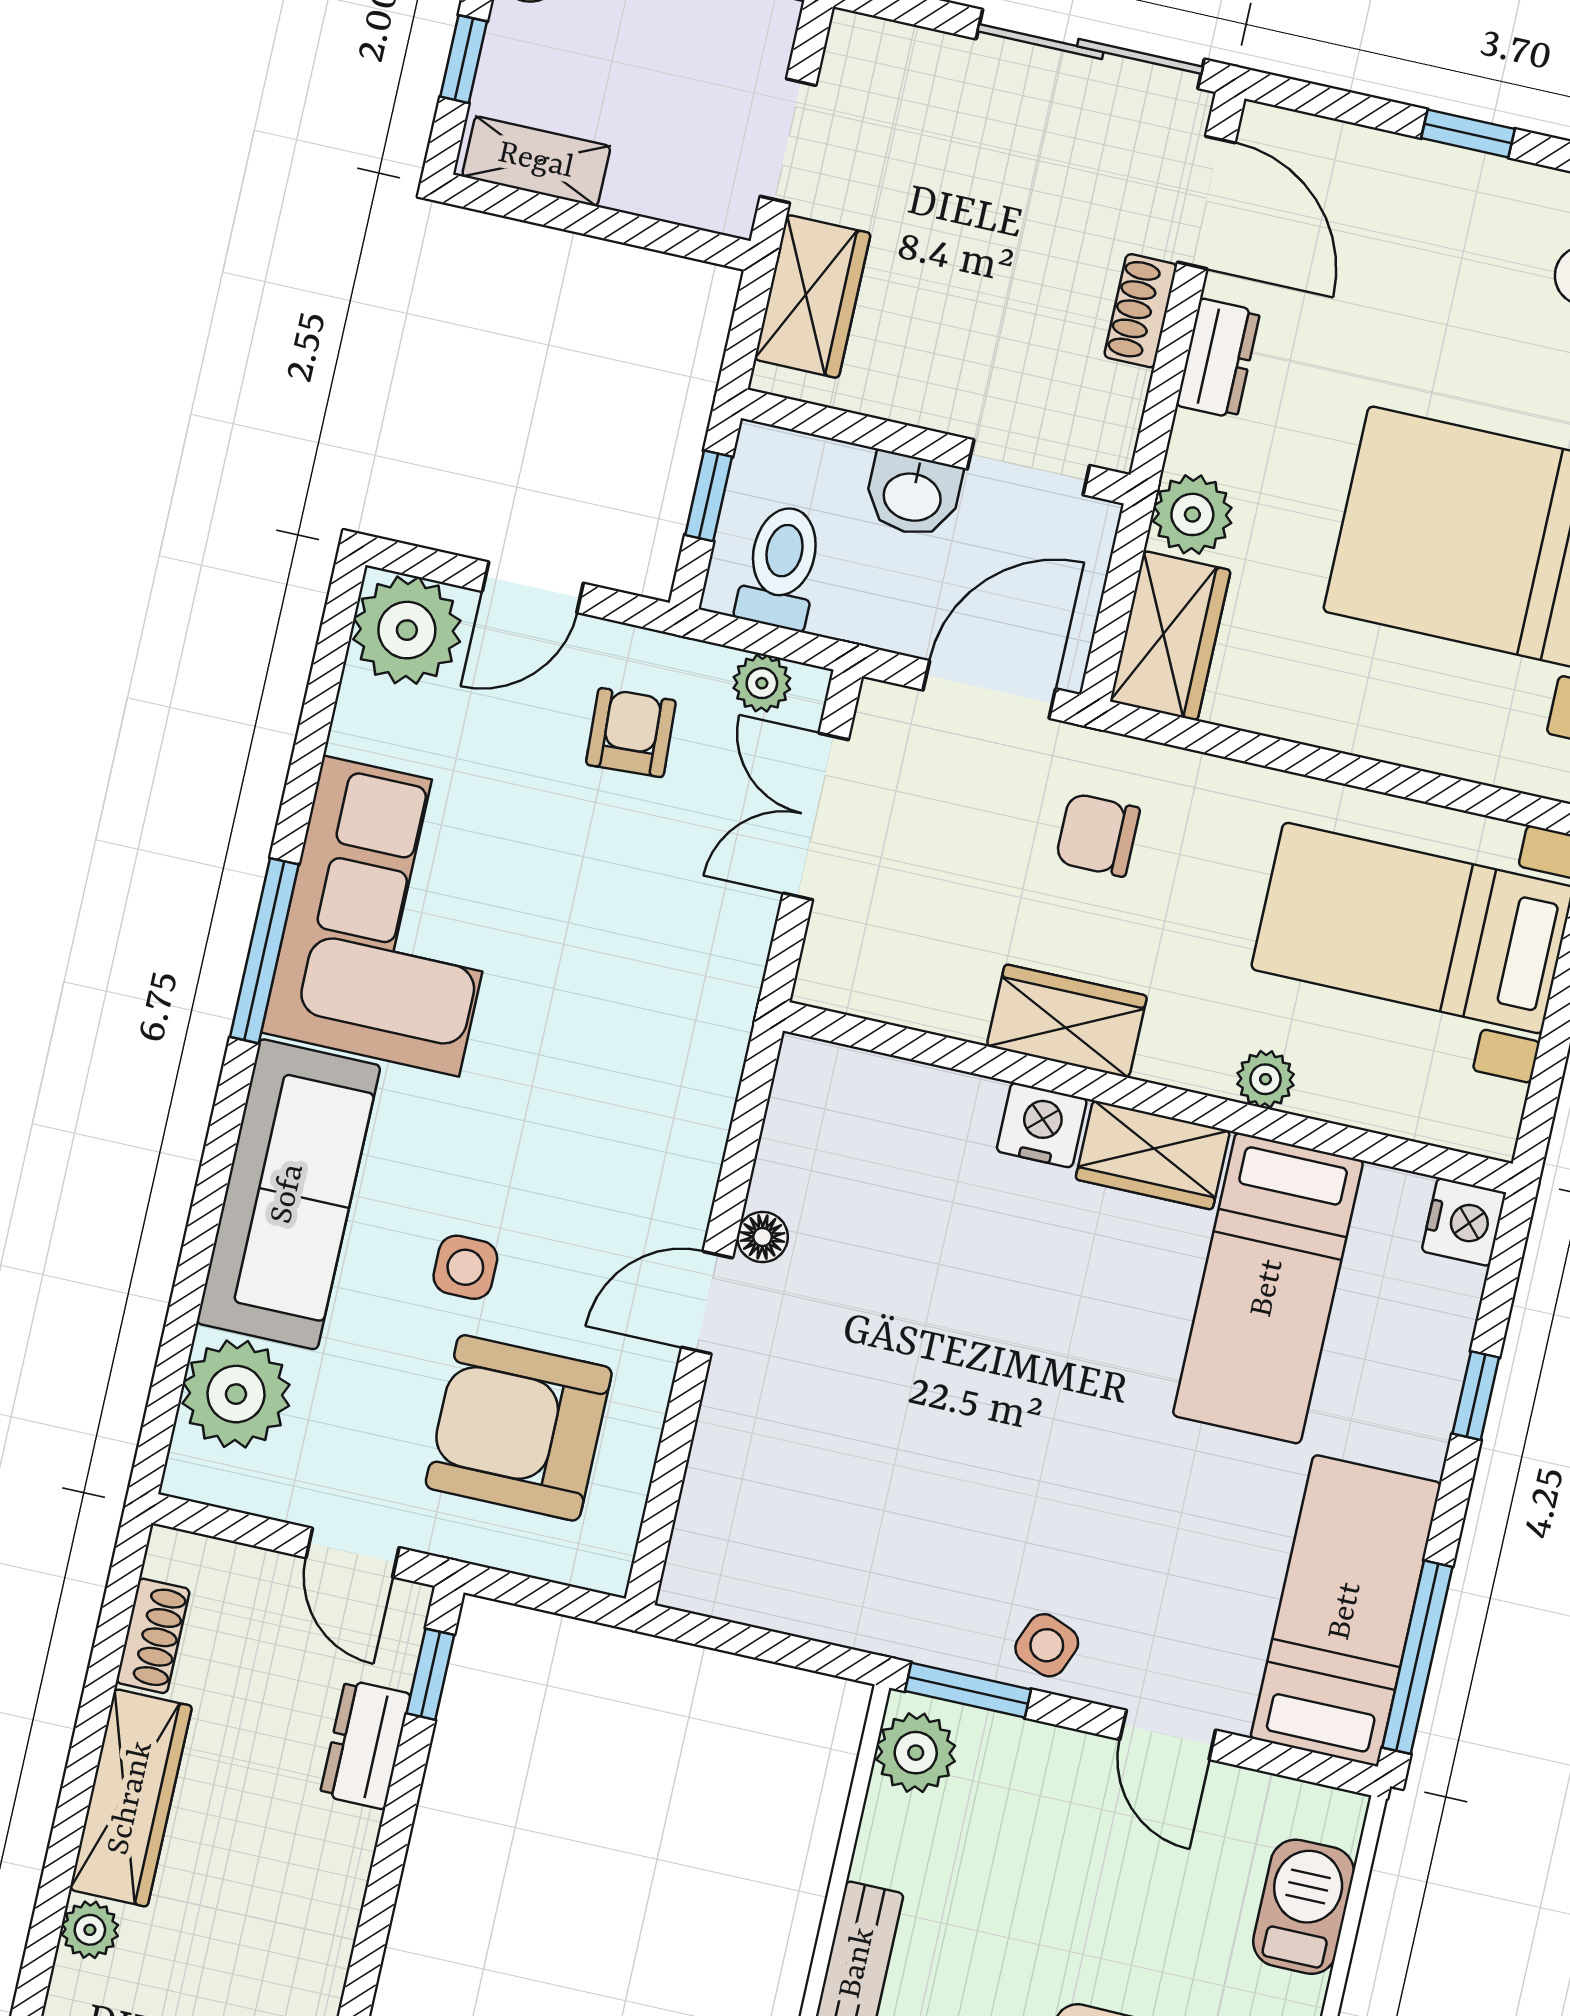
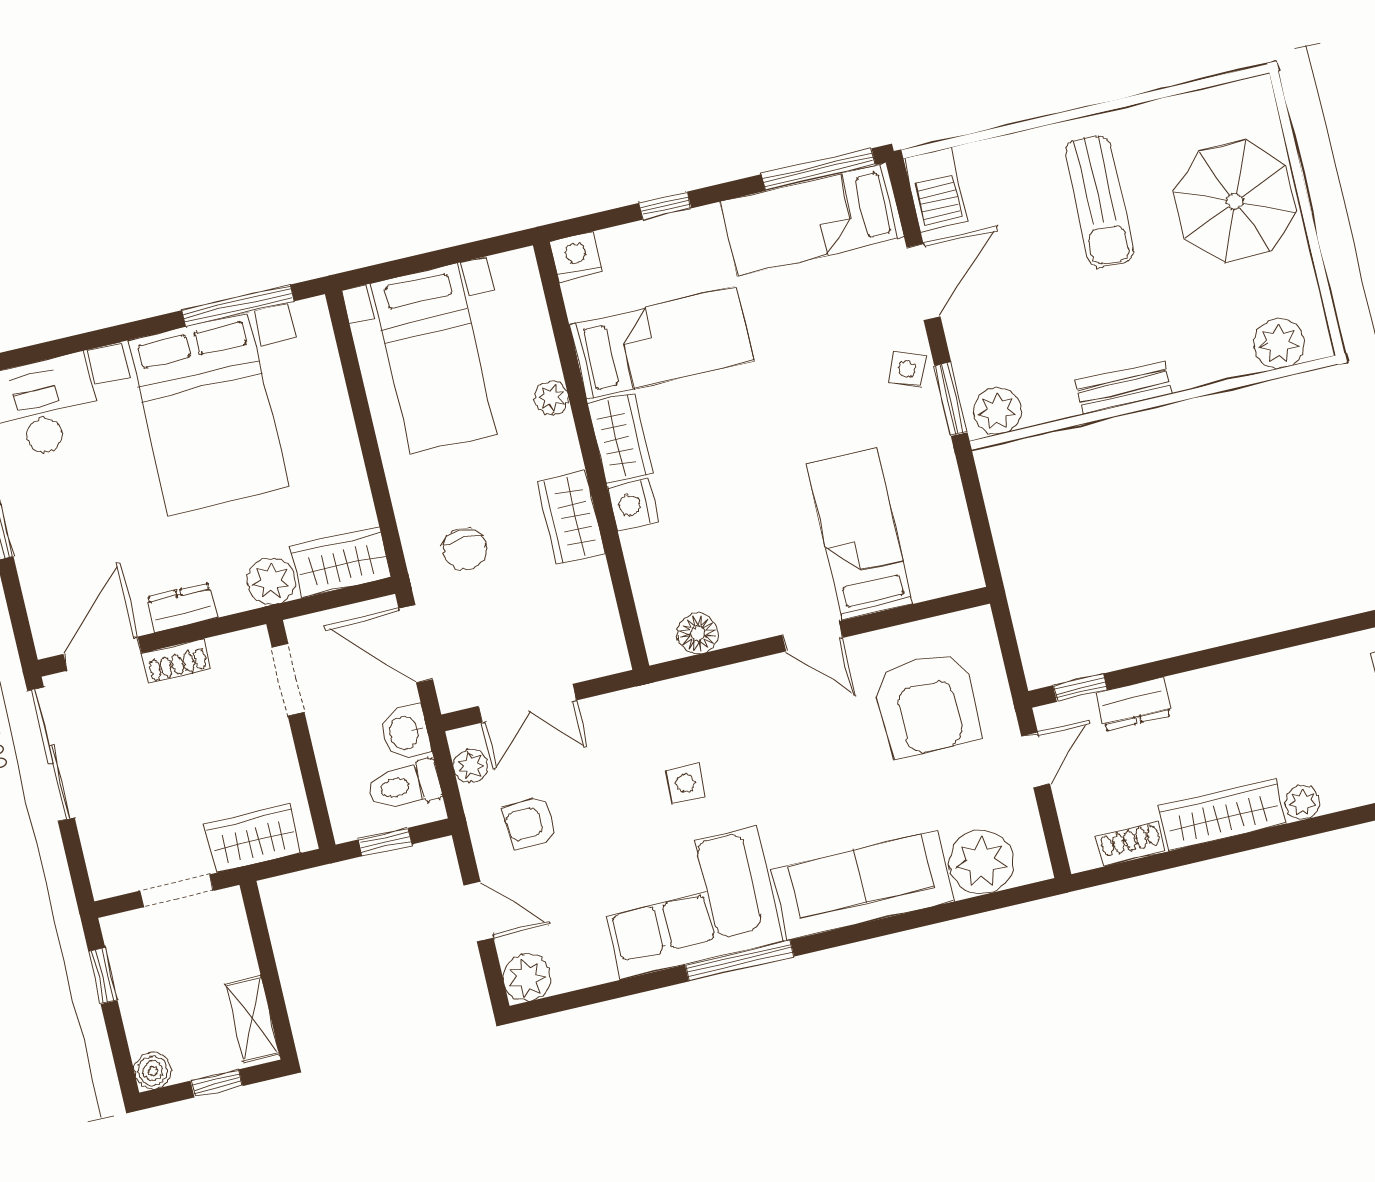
washbasin: (913, 495) -> (405, 733), moved, turned 180
plant: (407, 630) -> (527, 978), width x0.73, depth x0.73
floor lamp: (763, 1237) -> (698, 634), moved, width x1.37, depth x1.37
side table: (465, 1267) -> (685, 783), moved
bed: (829, 1450) -> (860, 534), added
door: (1168, 1735) -> (923, 282), width x1.38
barbecue: (1304, 1907) -> (936, 190), moved, turned -90

